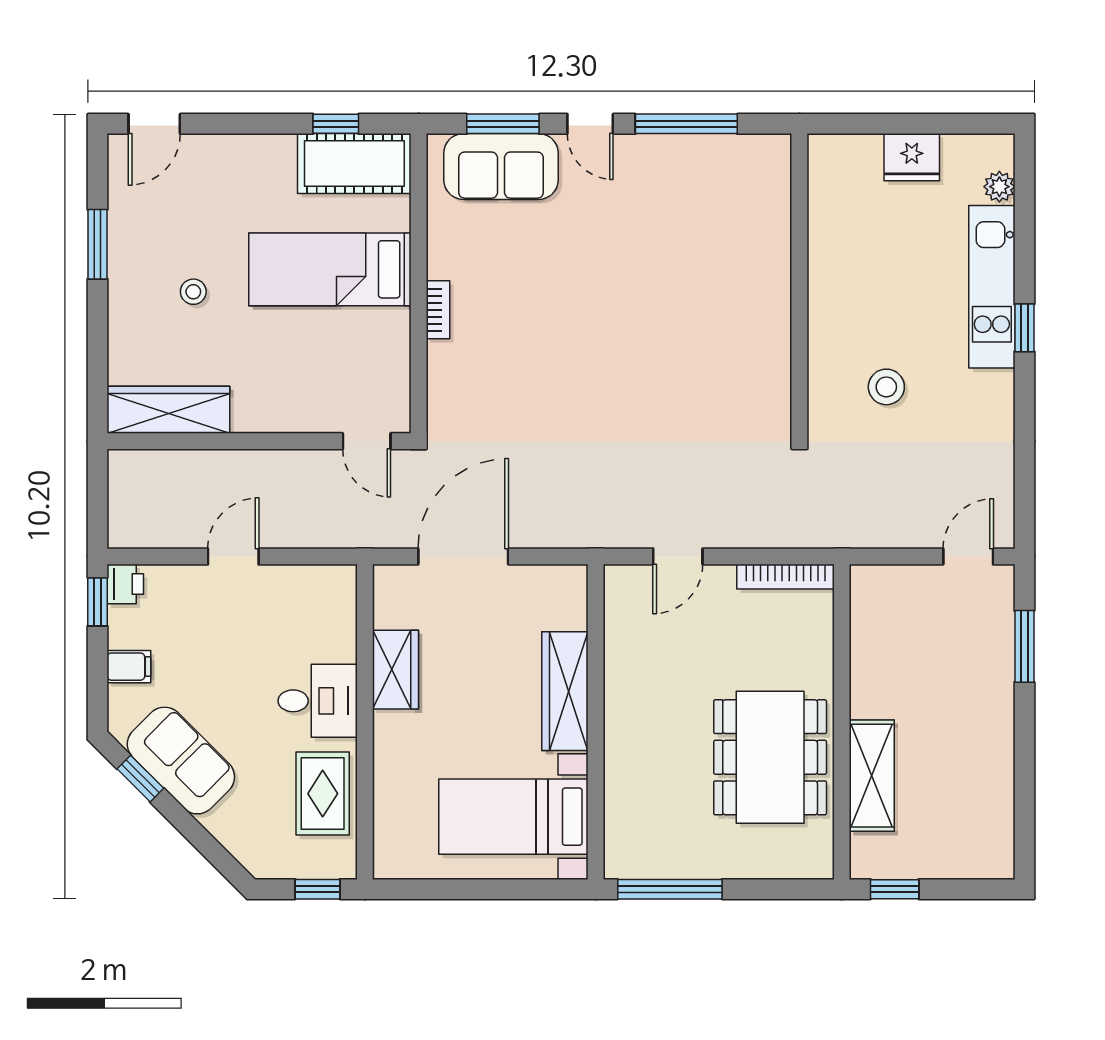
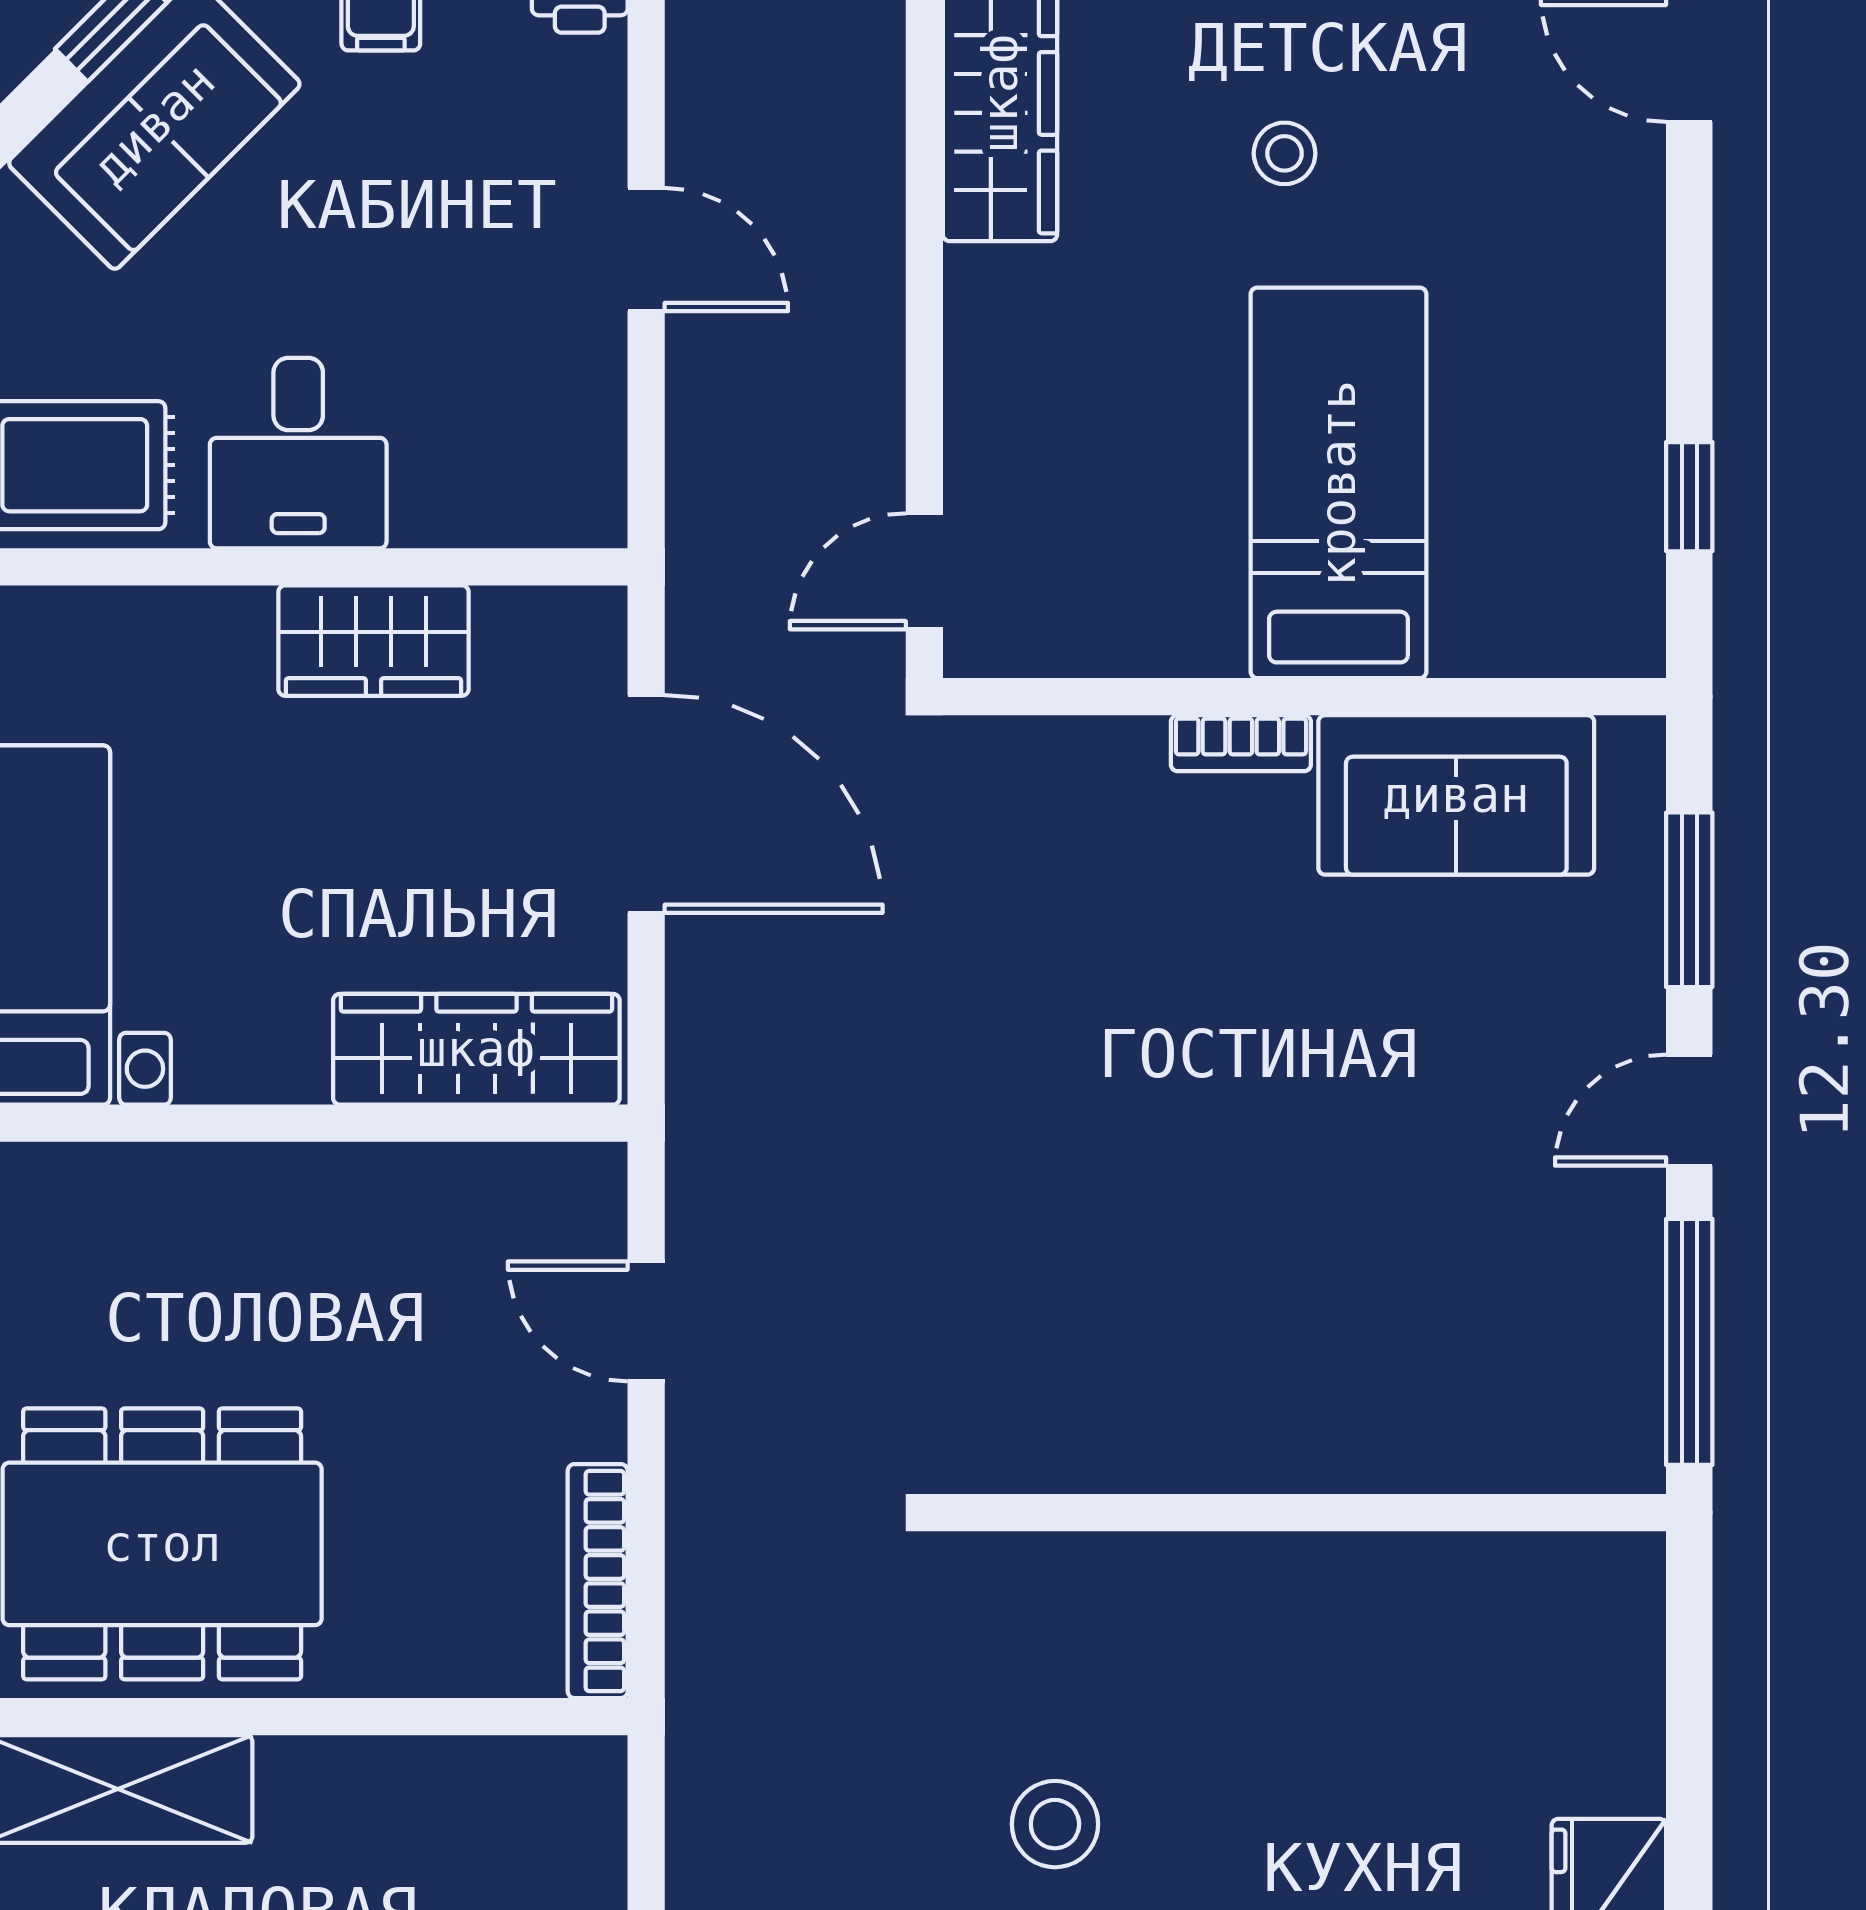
cot: (354, 164) -> (1594, 542), removed
sofa: (501, 166) -> (1456, 795), moved, turned -90
wall: (799, 283) -> (1304, 1513), moved
wardrobe: (565, 691) -> (476, 1049), moved

